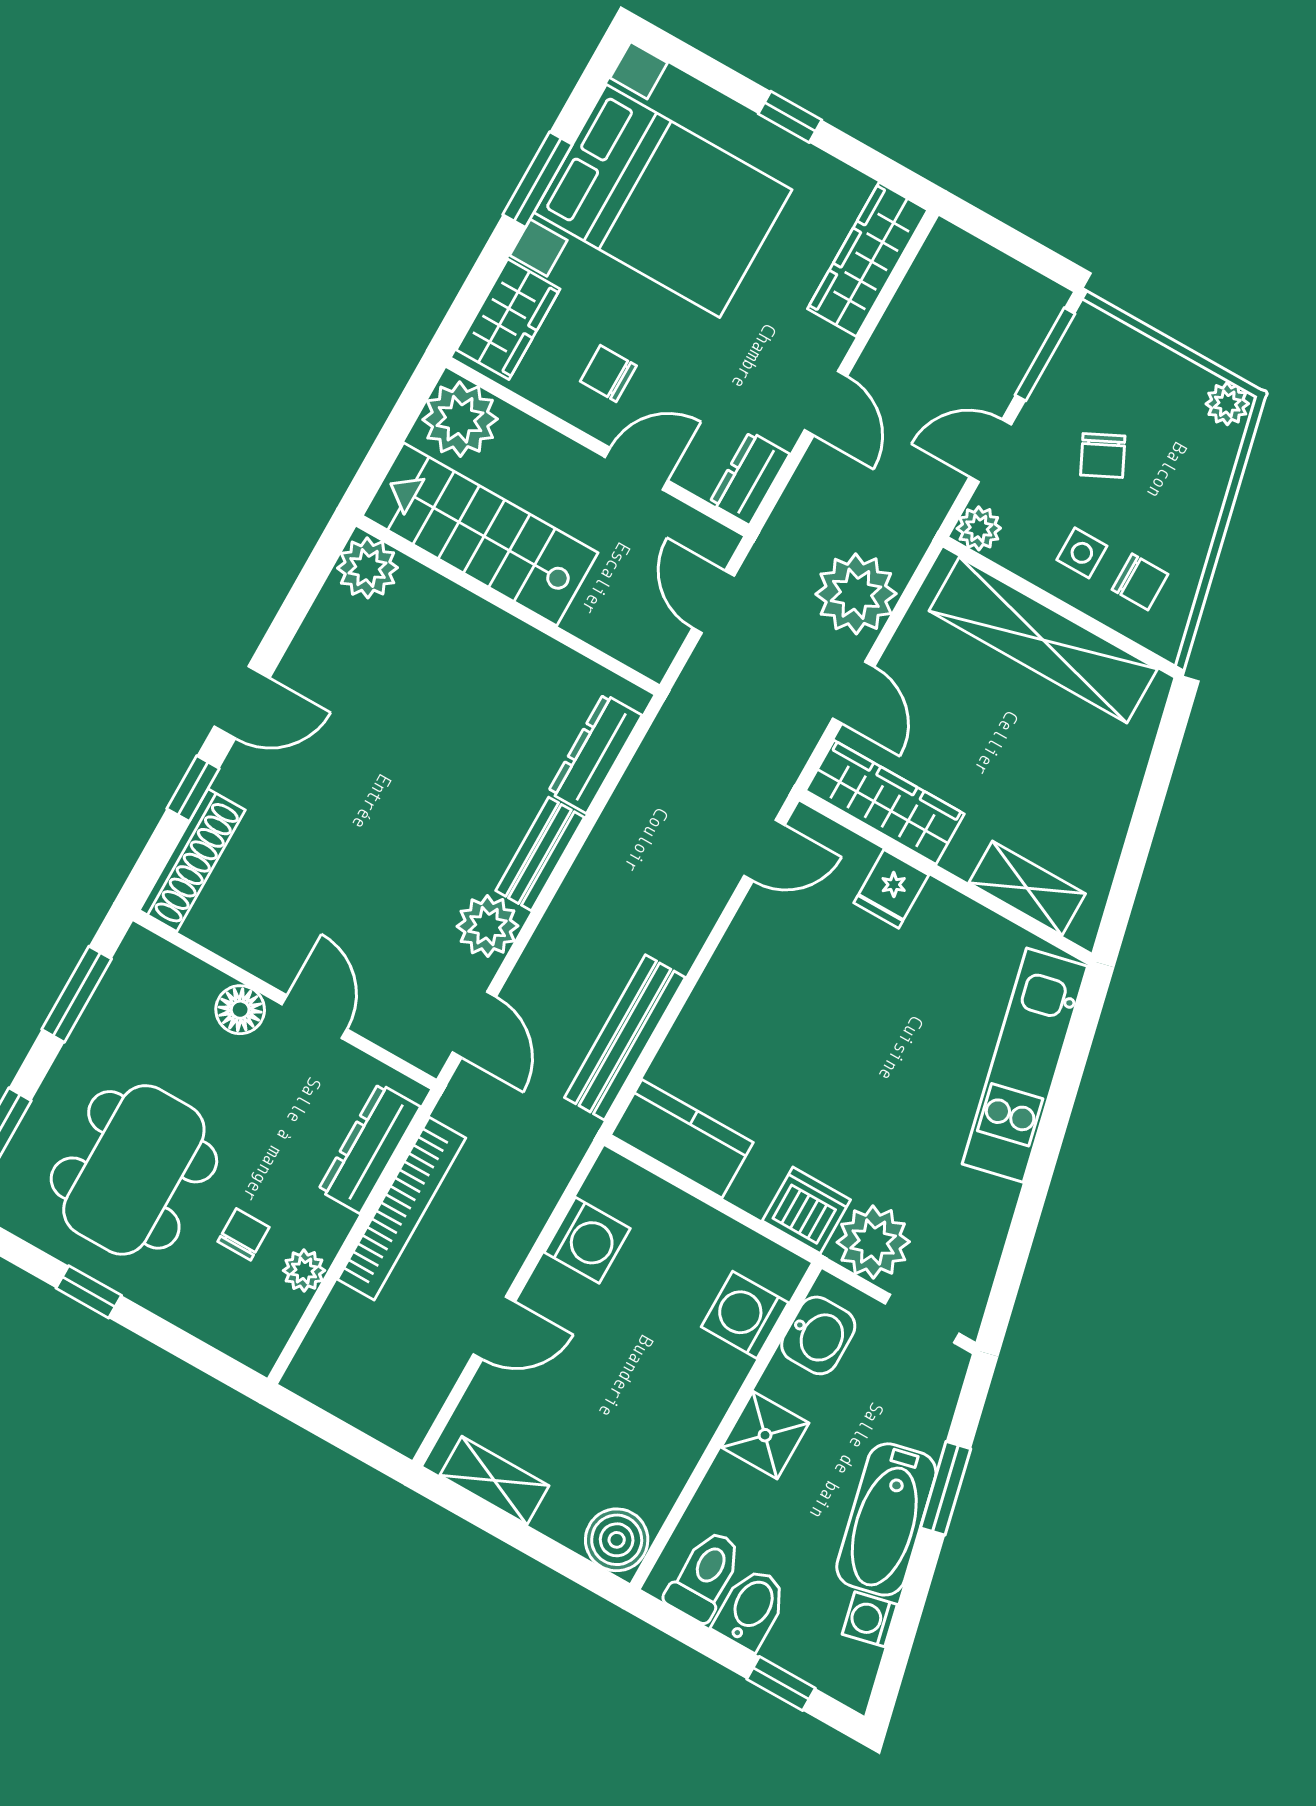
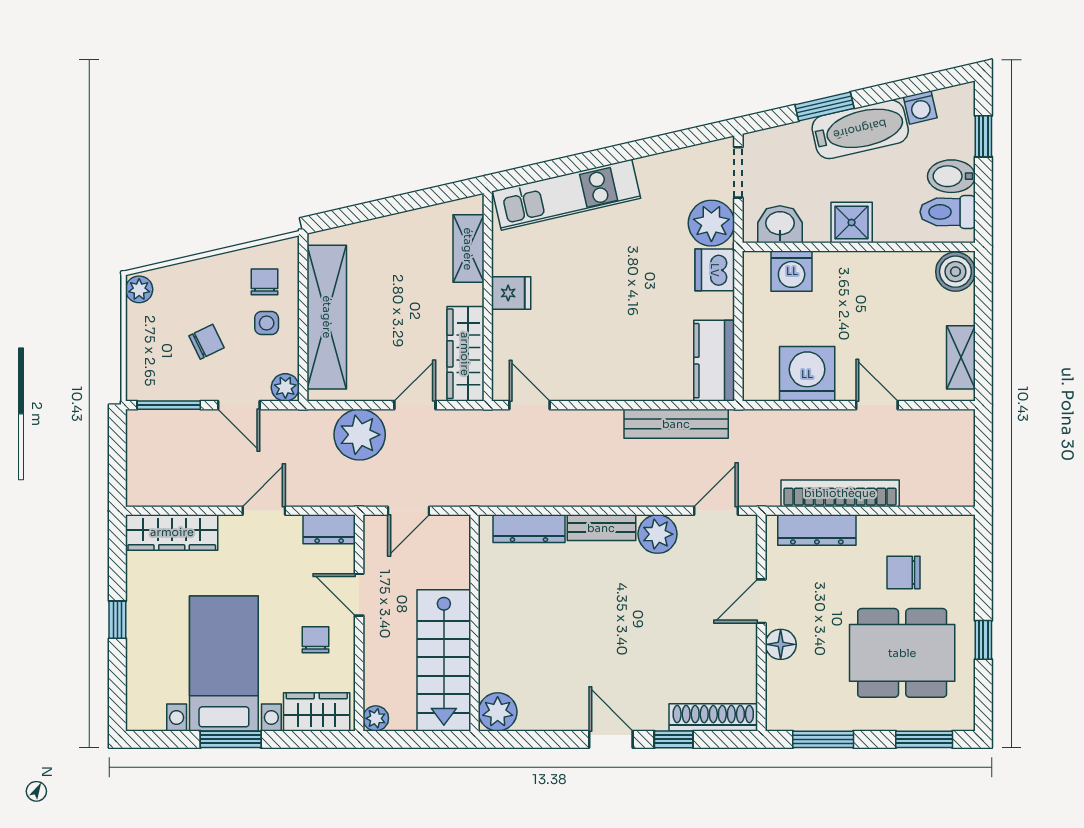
bed with nightstands: (663, 201) -> (224, 663), width x0.73
chair: (608, 374) -> (315, 640), turned 180
plant: (460, 419) -> (376, 718), width x0.53, depth x0.53
fridge: (891, 889) -> (511, 293), moved
chair: (243, 1234) -> (903, 572), width x1.37, depth x1.37
washing machine: (587, 1240) -> (807, 374), width x1.37, depth x1.37
plant: (304, 1271) -> (905, 528), removed

